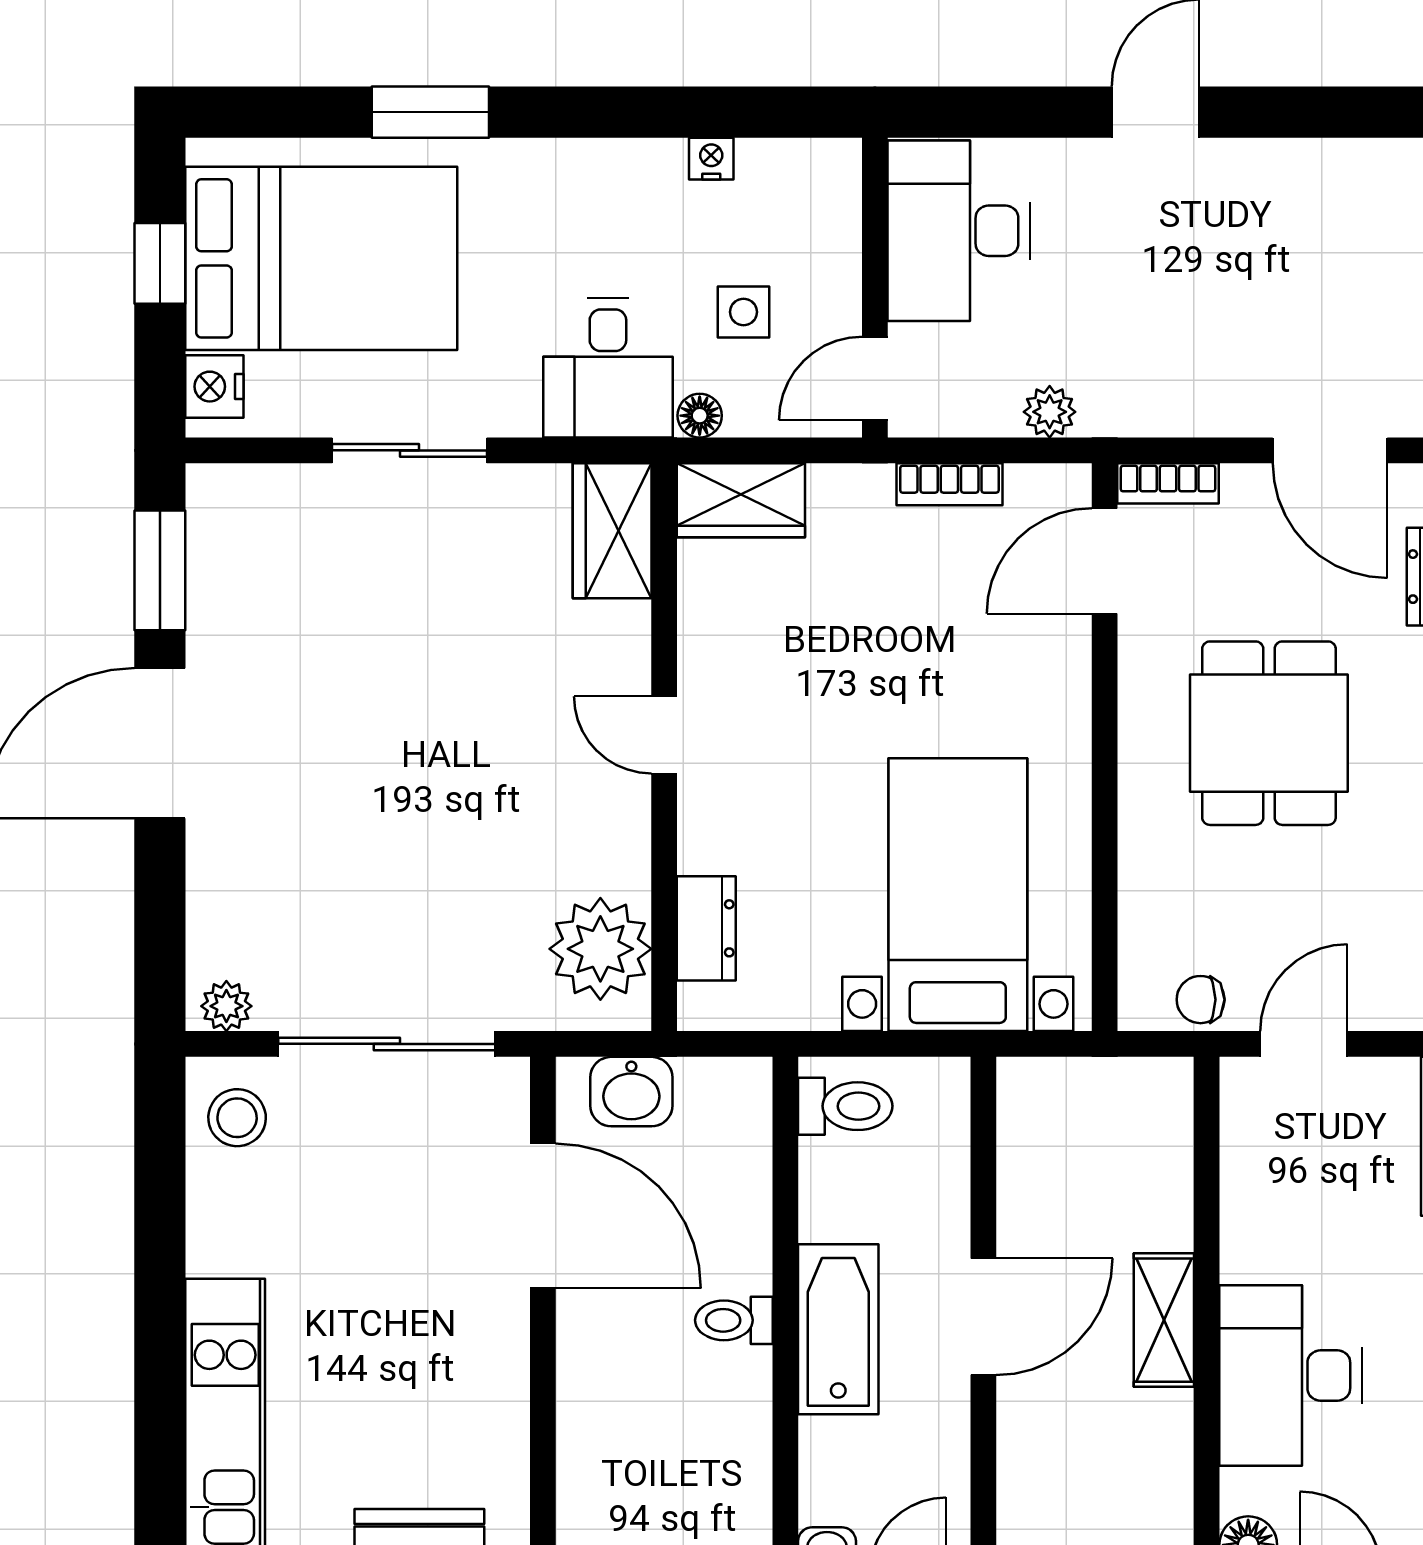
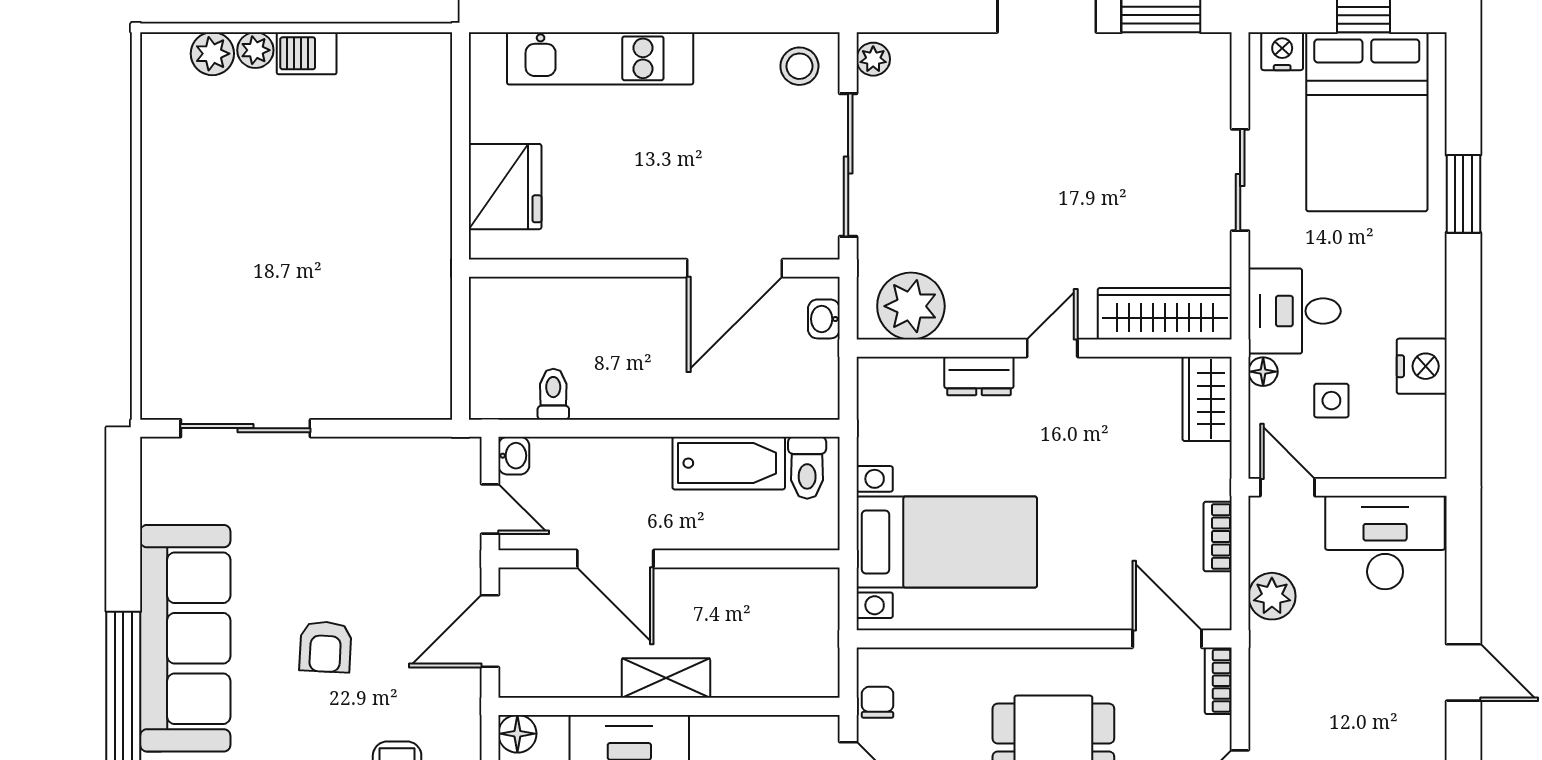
nightstand: (711, 159) -> (1422, 366), width x1.89, depth x1.79
plant: (1050, 412) -> (1272, 596), width x1.38, depth x1.38
wardrobe: (612, 531) -> (1165, 314), width x1.50
dresser: (706, 928) -> (979, 376), moved
washbasin: (631, 1092) -> (824, 319), width x0.72, depth x0.69
door: (983, 1317) -> (615, 559), moved
toilet: (734, 1320) -> (553, 394), moved
bathtub: (838, 1329) -> (729, 463), moved

